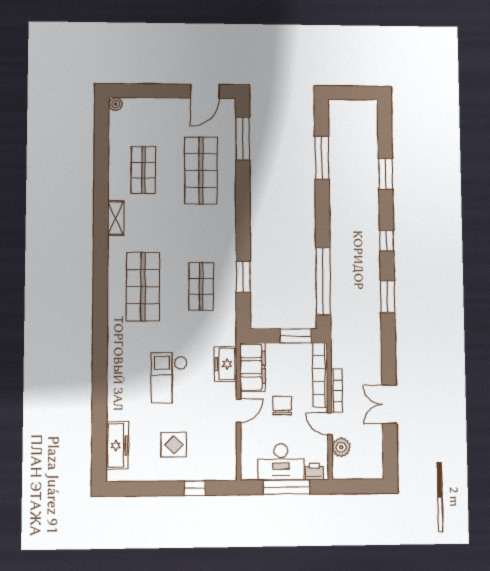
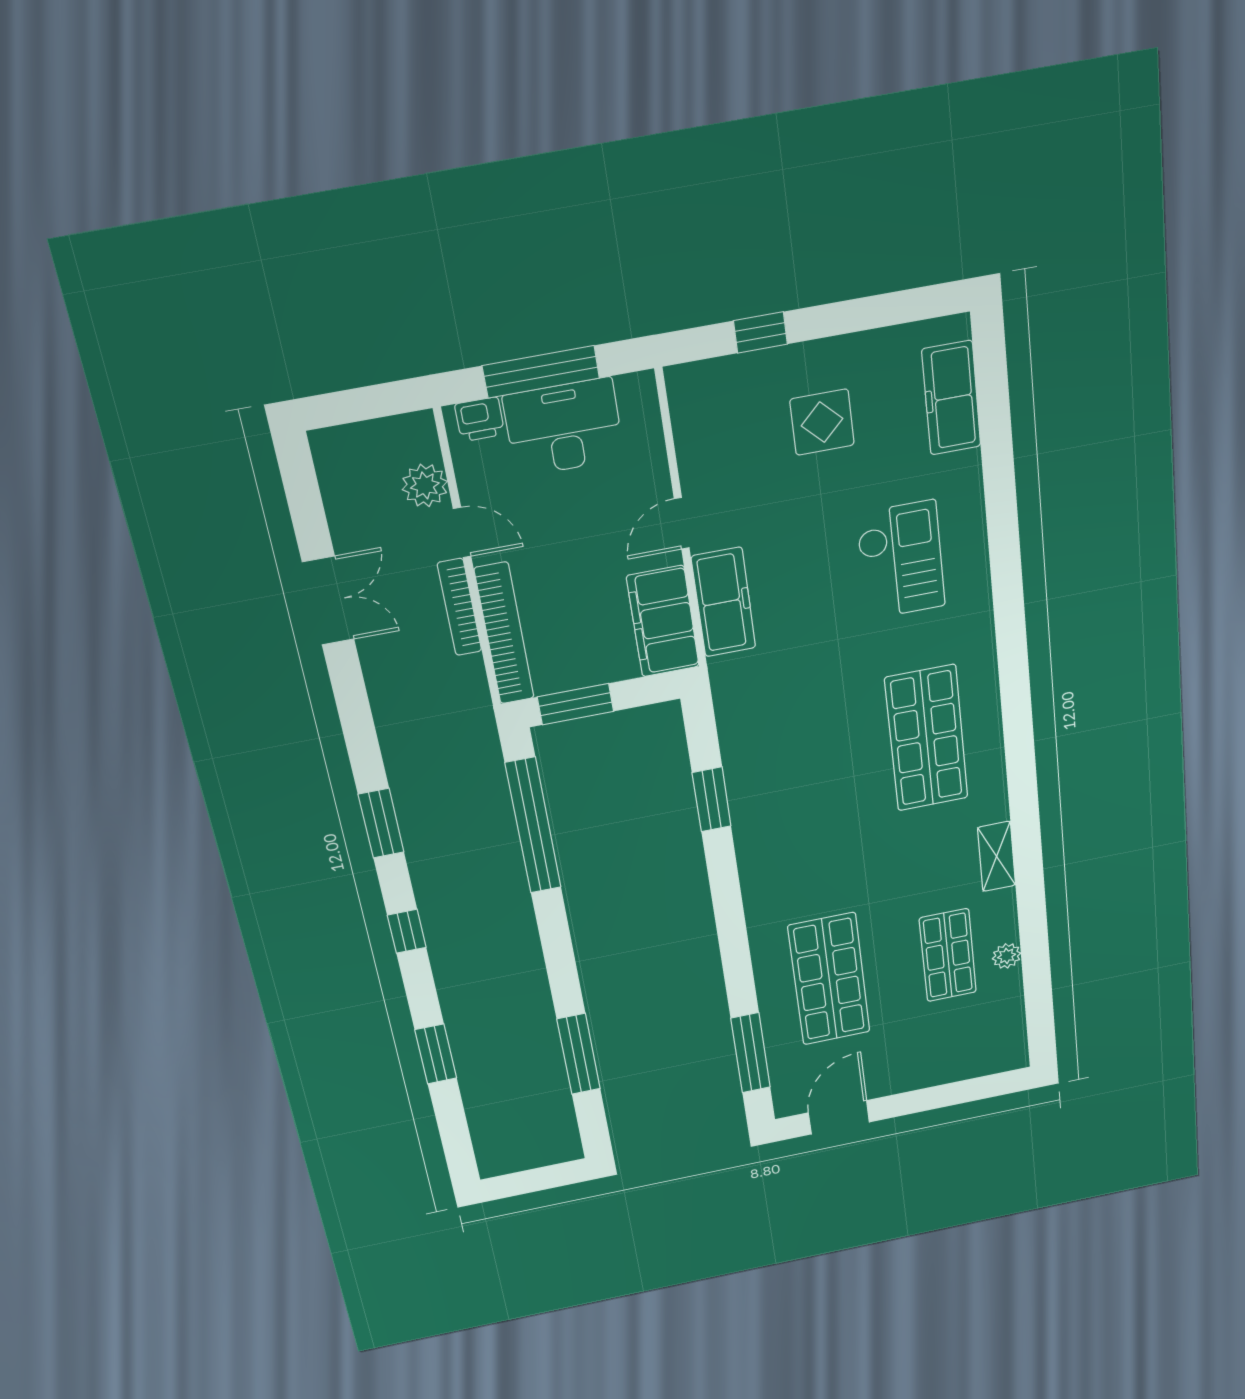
plant: (116, 104) -> (1007, 956), moved
shop shelf: (201, 286) -> (801, 763), removed
freezer: (226, 364) -> (724, 602), width x1.40
checkout: (169, 378) -> (901, 560), moved
chair: (282, 406) -> (582, 552), removed

